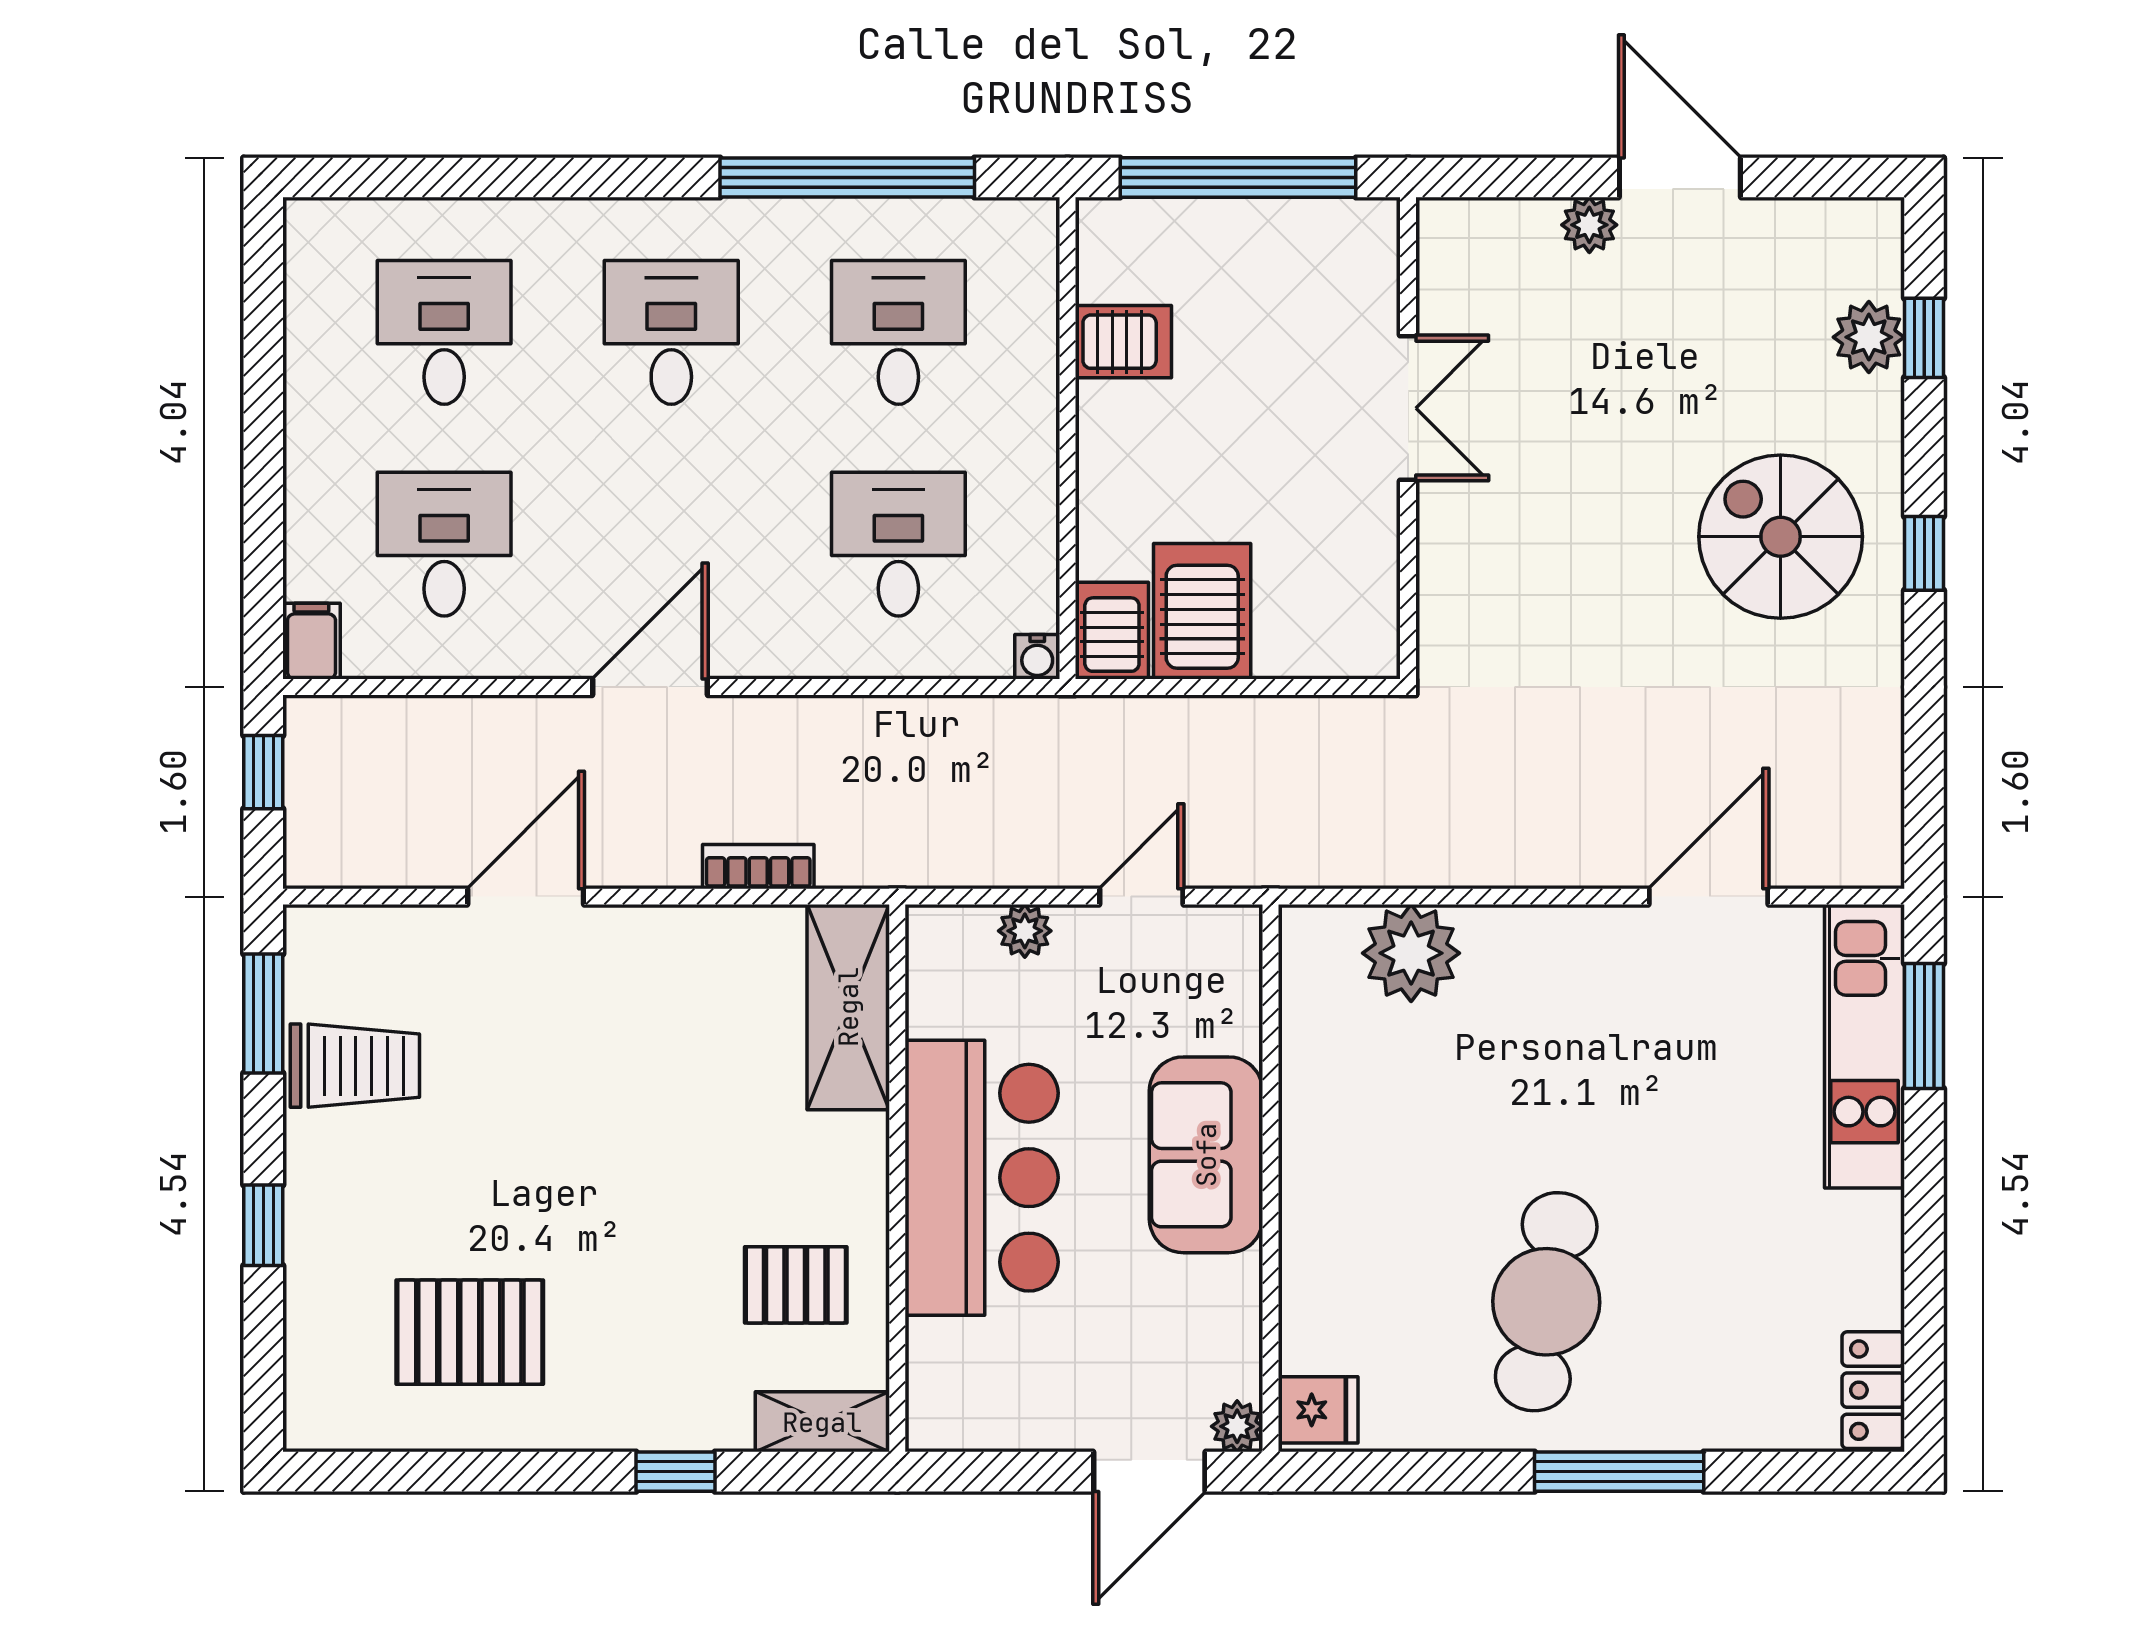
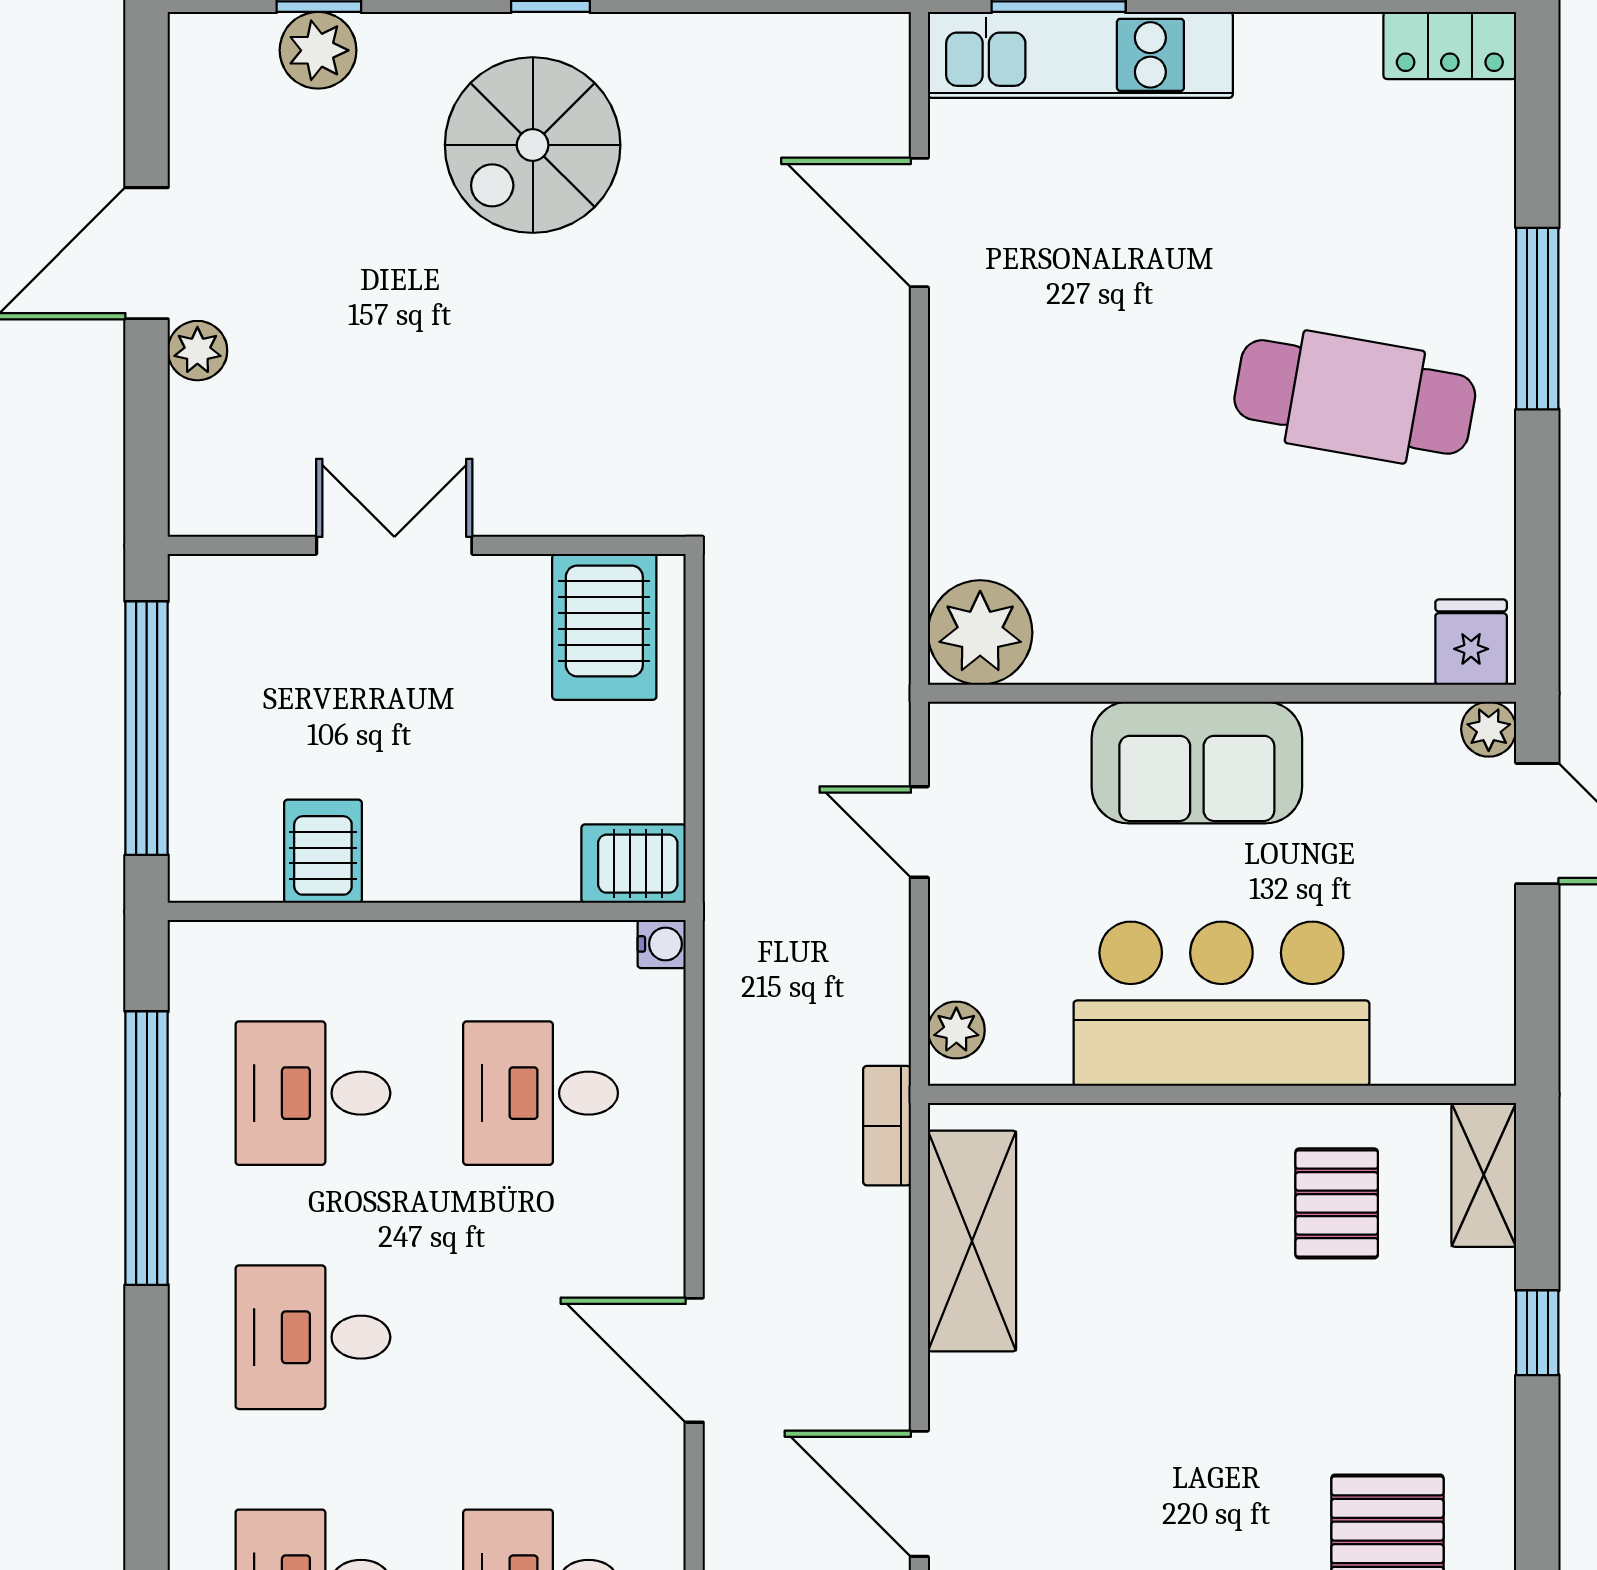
server rack: (1202, 611) -> (604, 627), moved, turned -90
bookcase: (758, 867) -> (887, 1126), moved
plant: (1025, 931) -> (956, 1030), moved
plant: (1411, 953) -> (980, 633), moved
shelving: (848, 1007) -> (972, 1241), moved, turned 90

